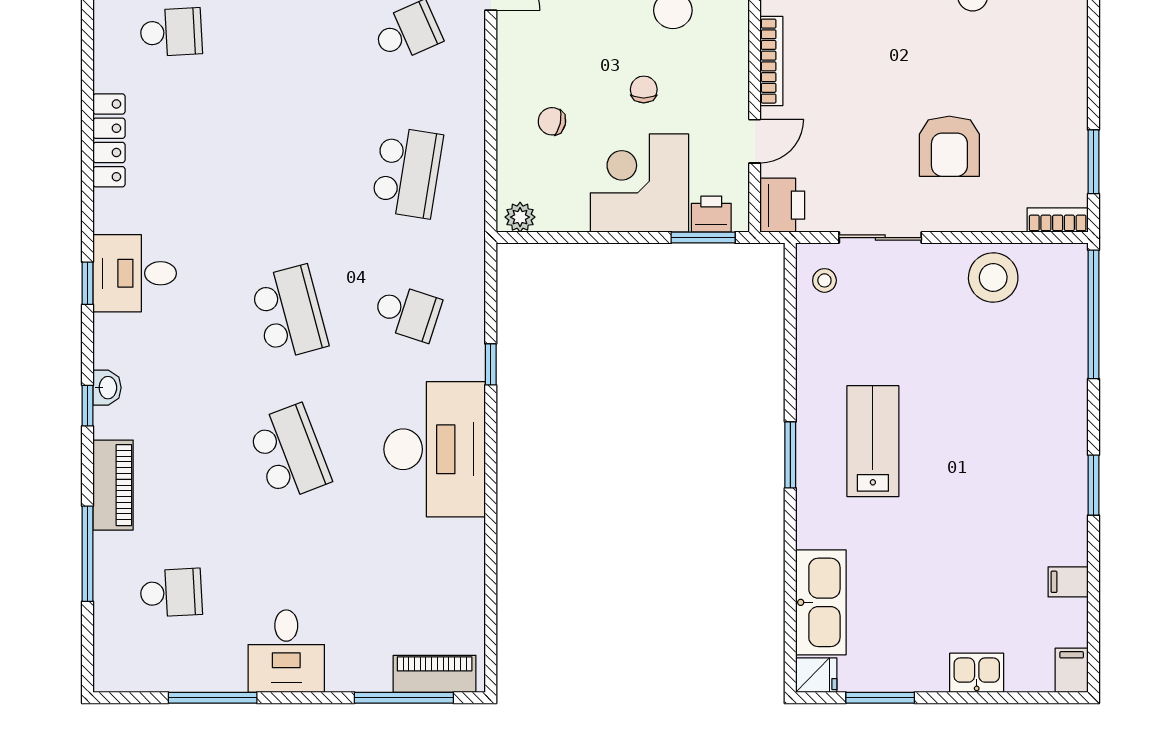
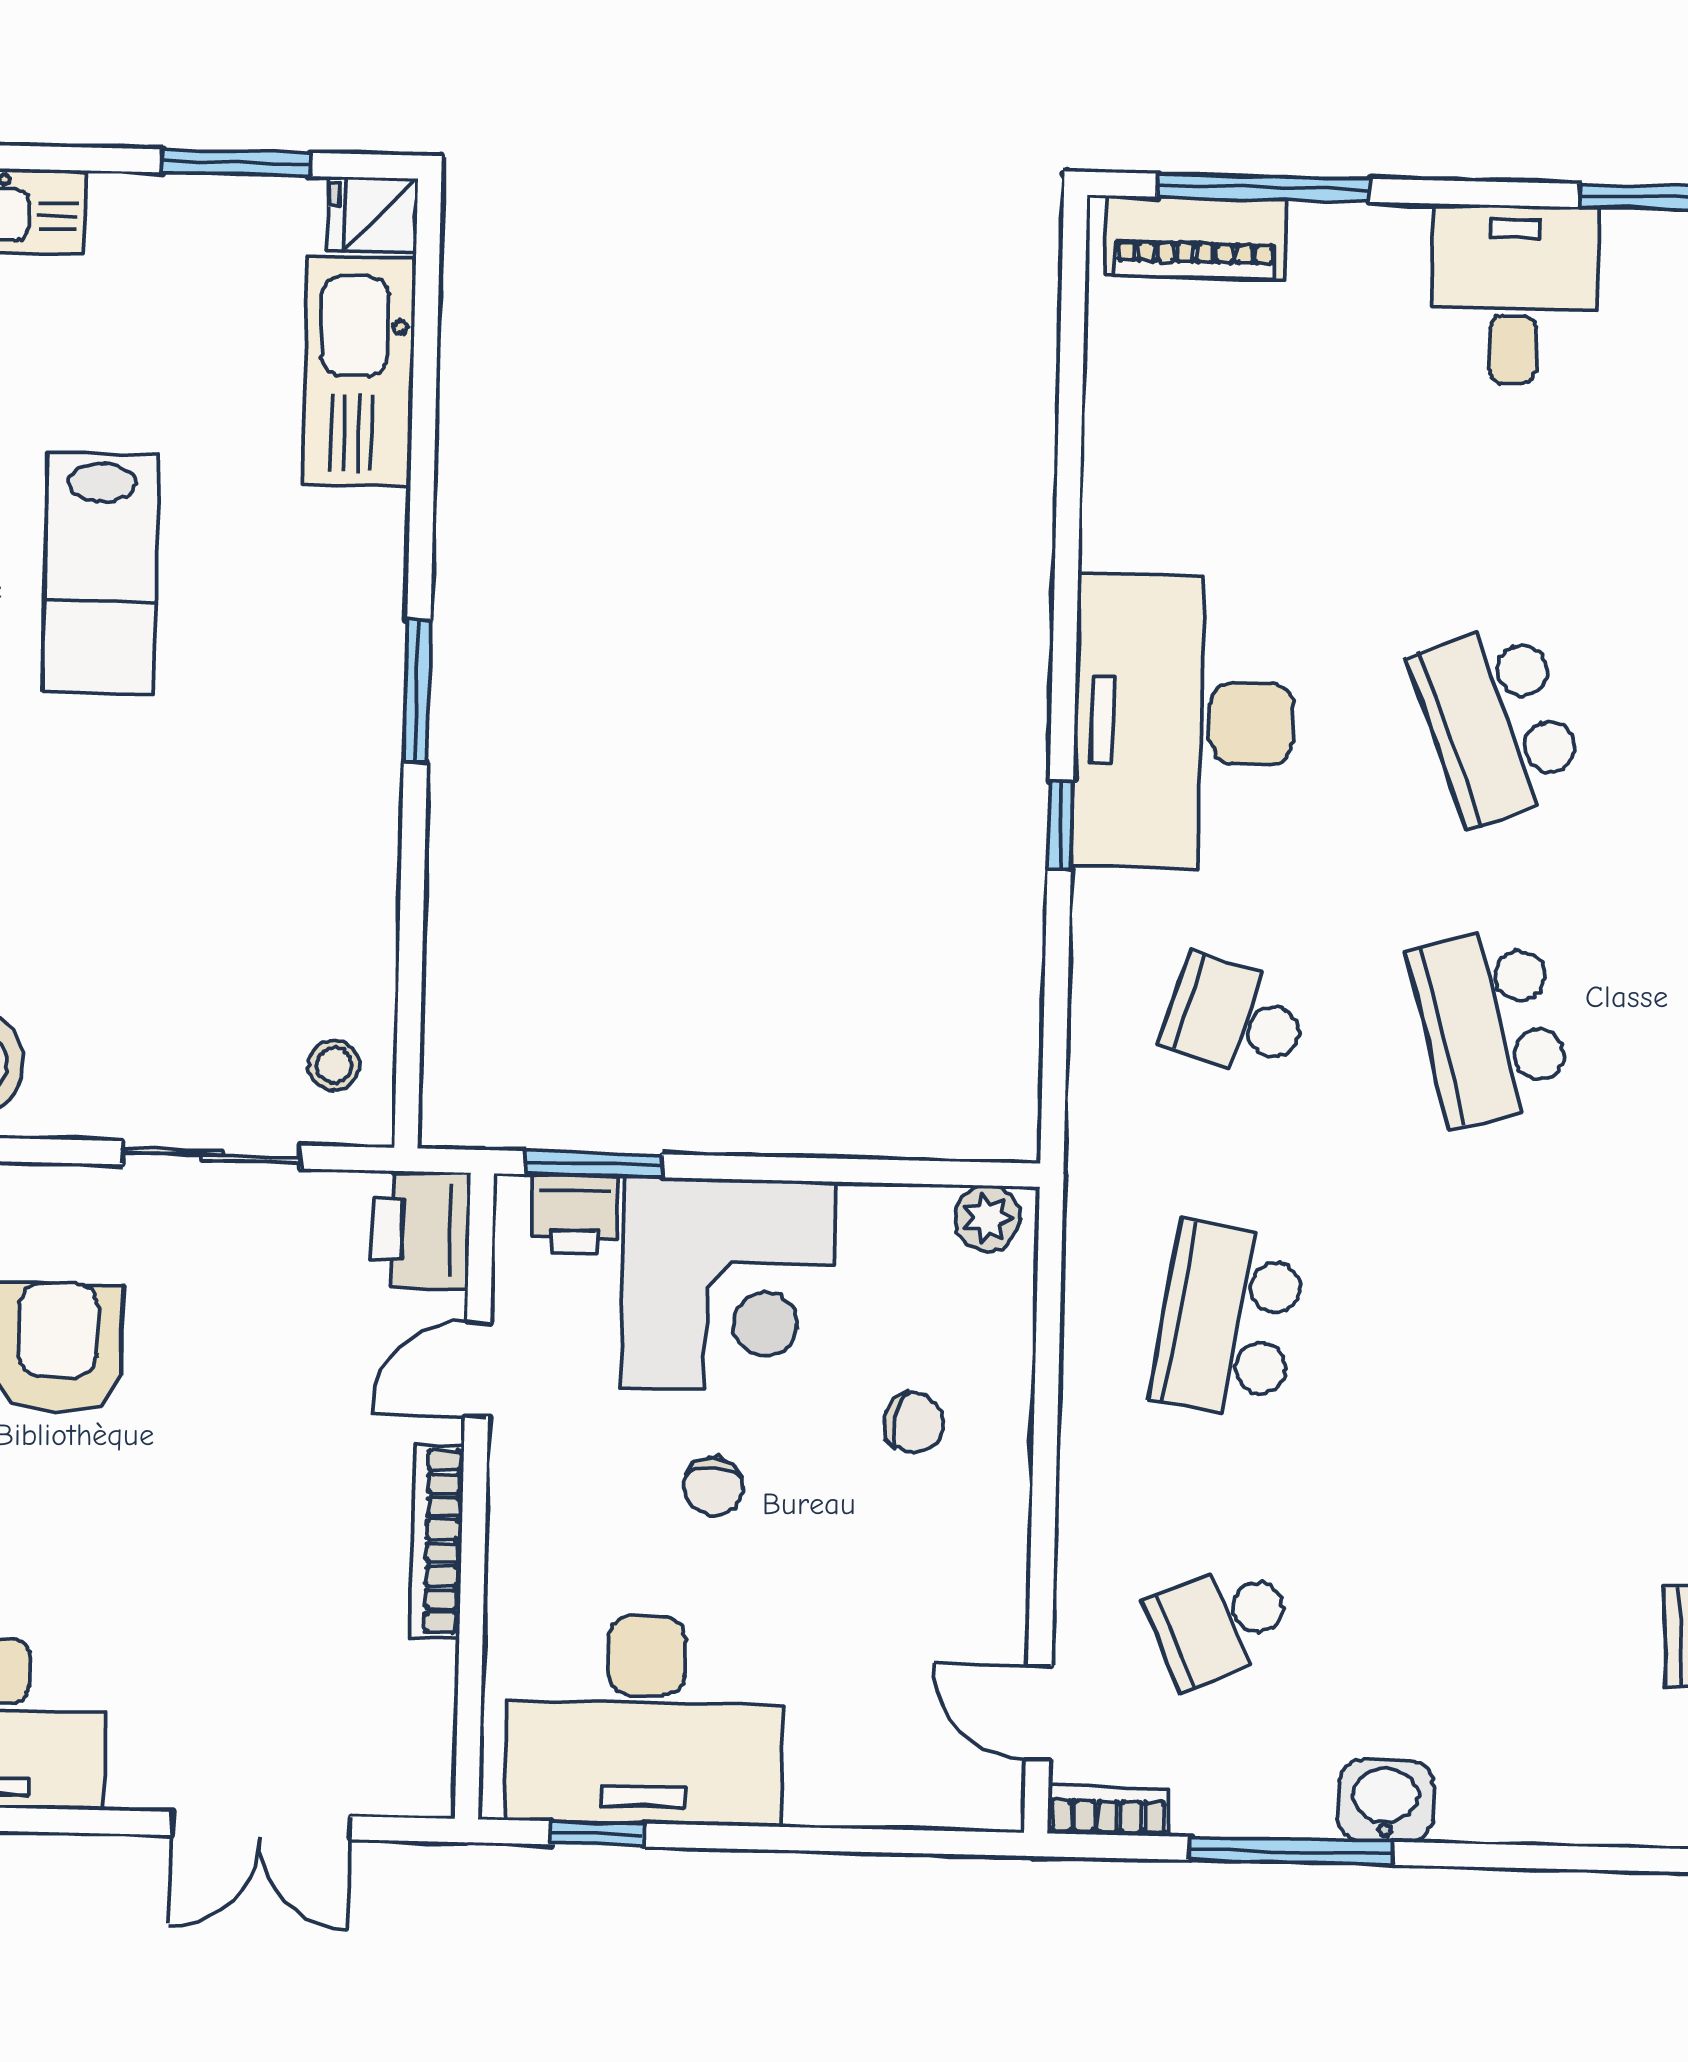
window: (491, 364) -> (1060, 825), moved
lab bench: (873, 441) -> (100, 573), moved

